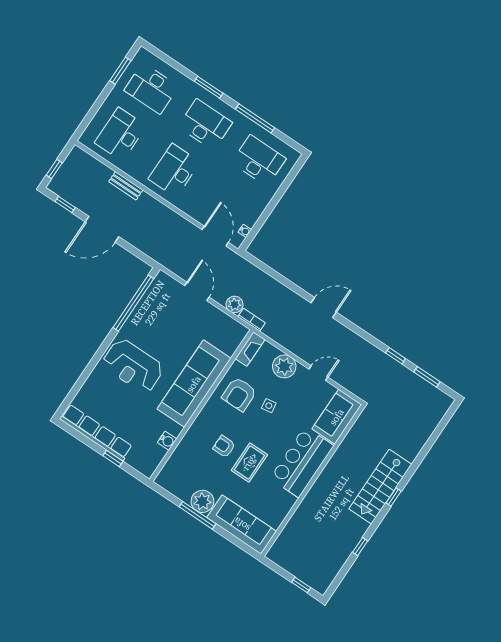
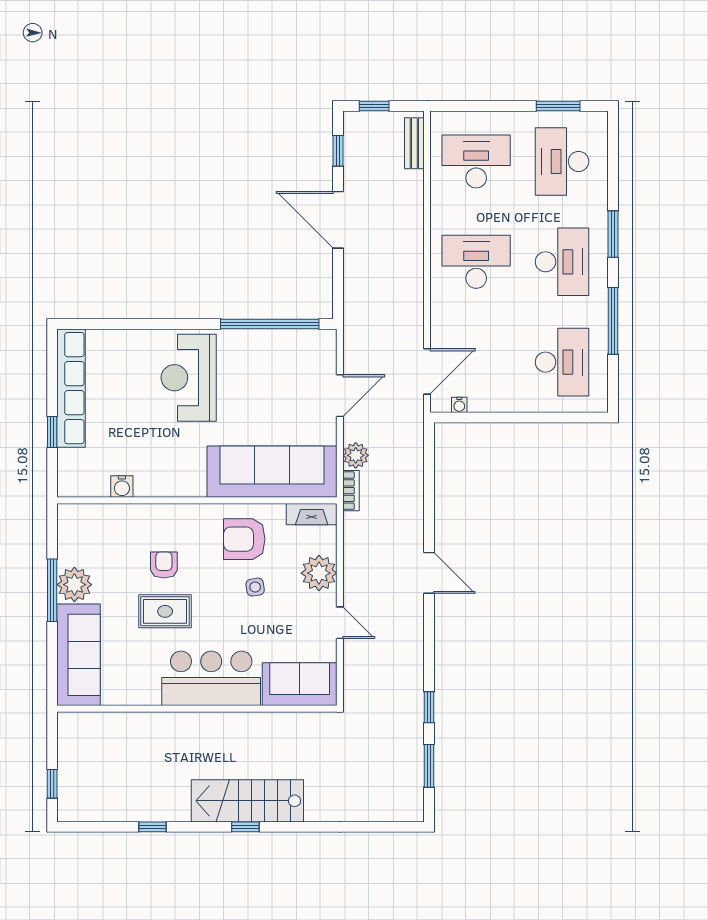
bench: (126, 186) -> (414, 143), moved
sofa: (194, 384) -> (272, 472), moved

